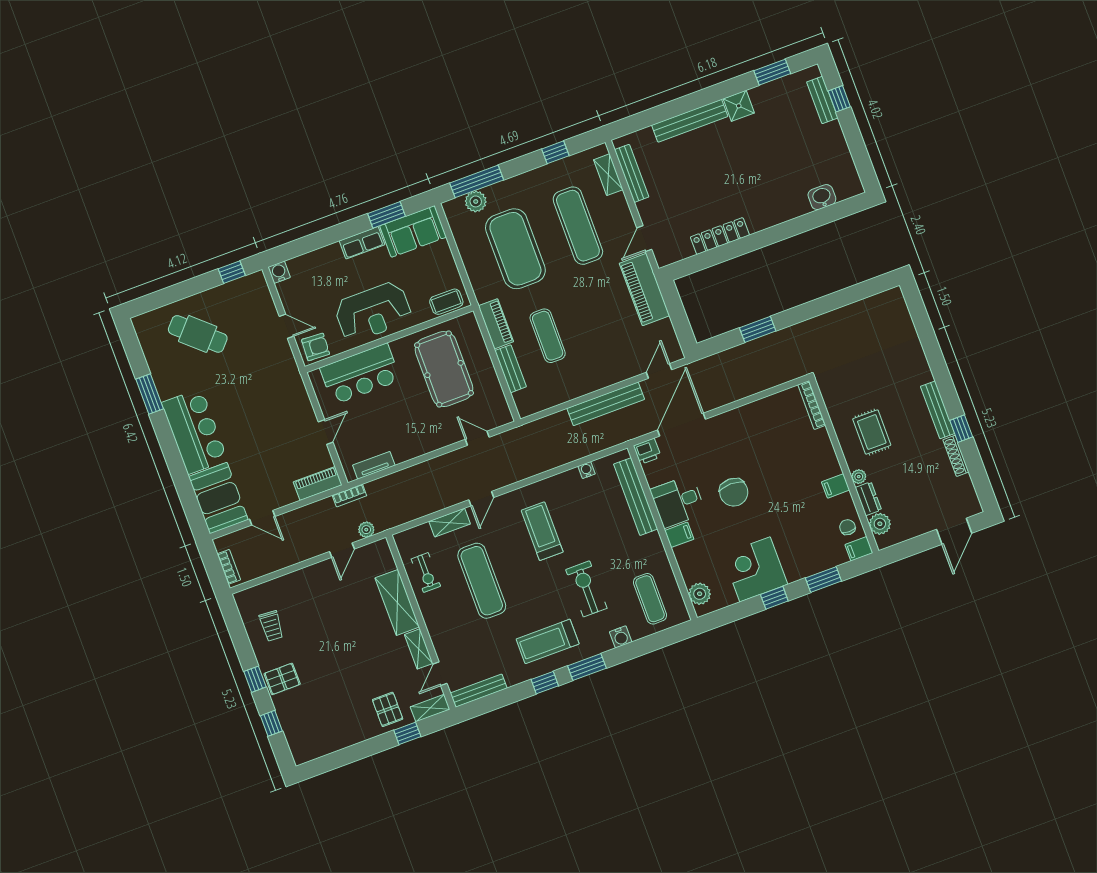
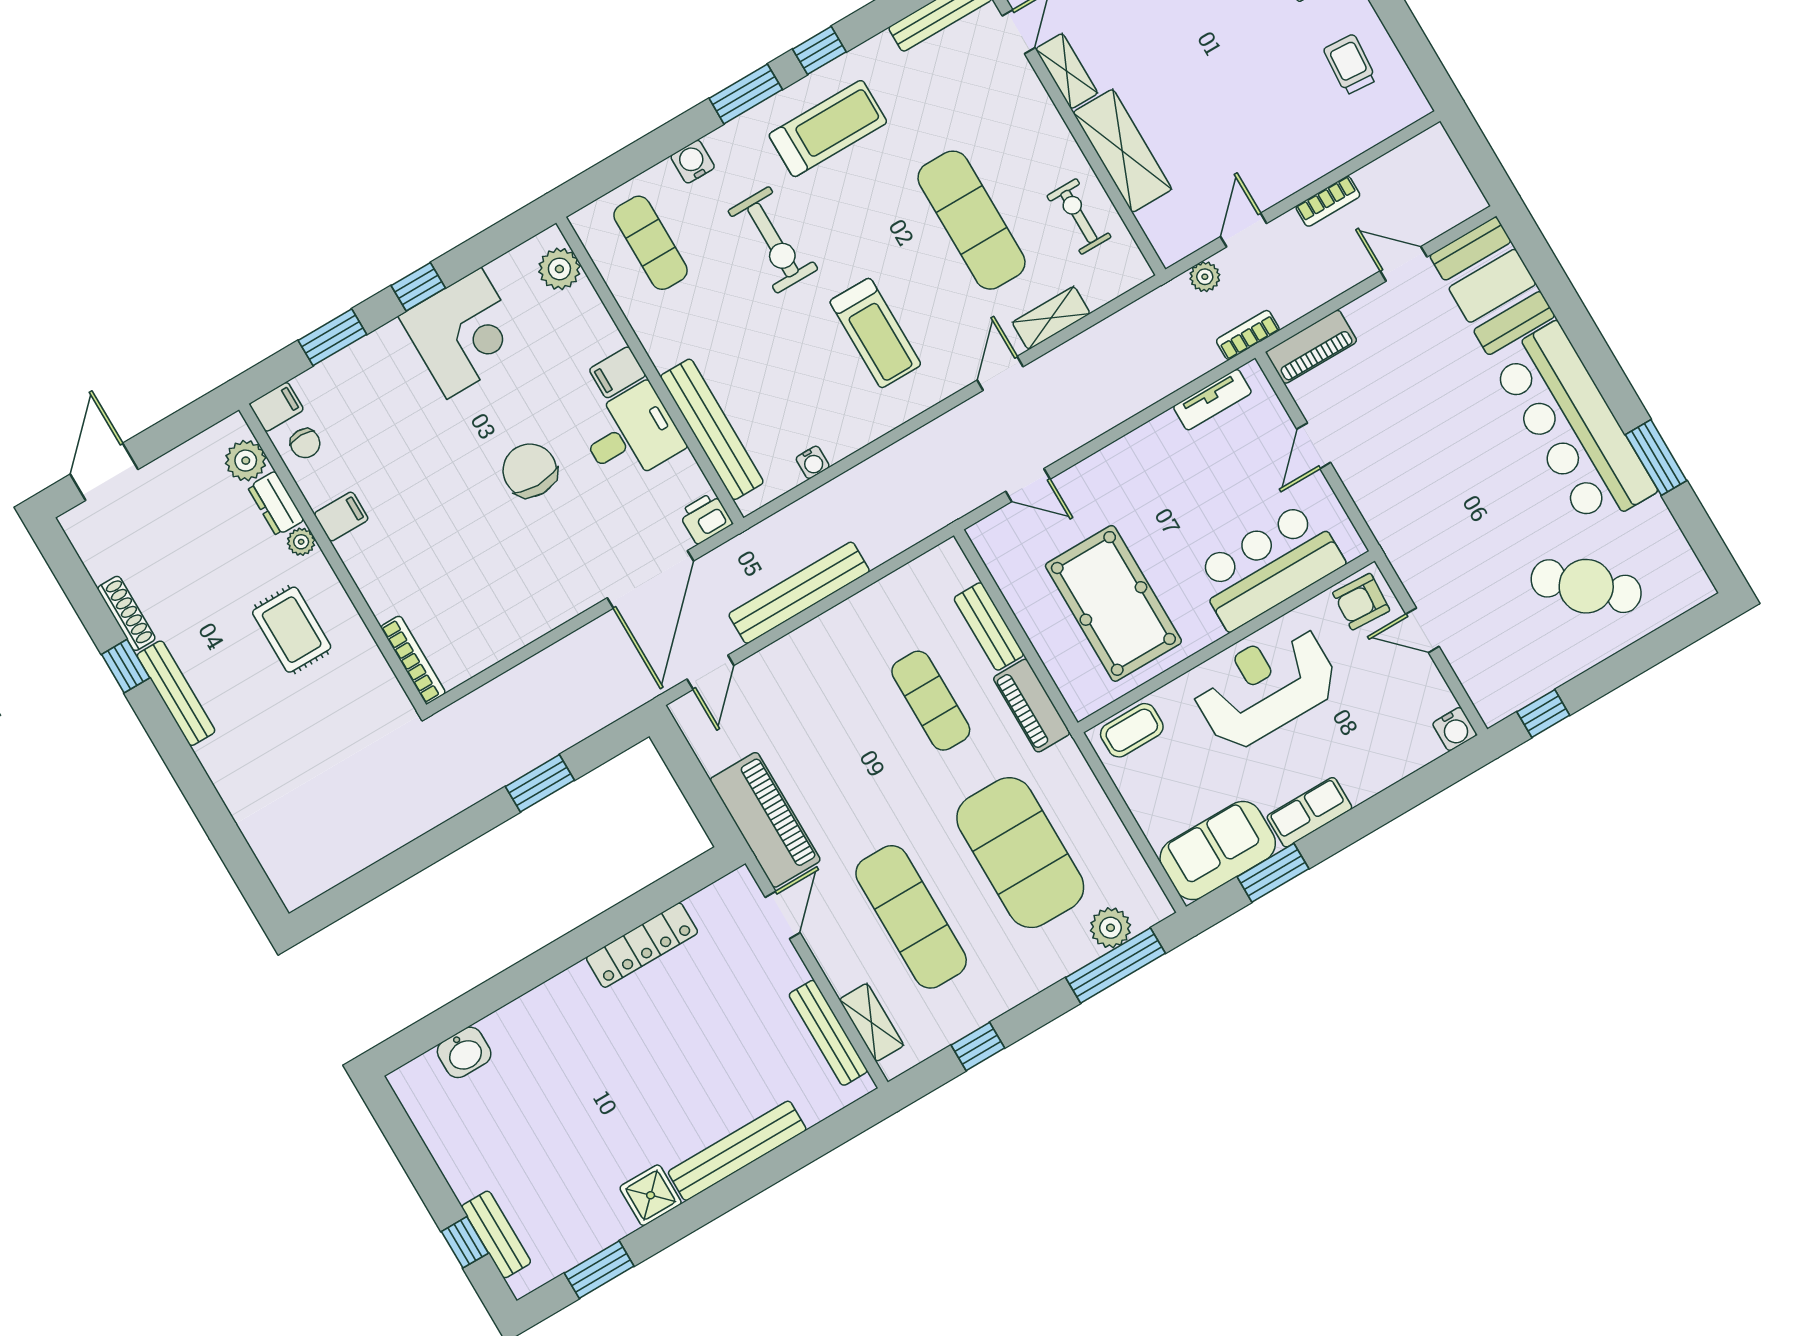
bar counter: (195, 431) -> (1573, 426), width x1.36
bookcase: (229, 567) -> (1328, 201), moved, turned -90

